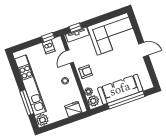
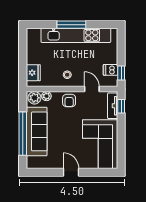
door: (144, 50) -> (71, 172), swing flipped
window: (27, 103) -> (71, 25), moved
plant: (42, 120) -> (33, 35), removed

